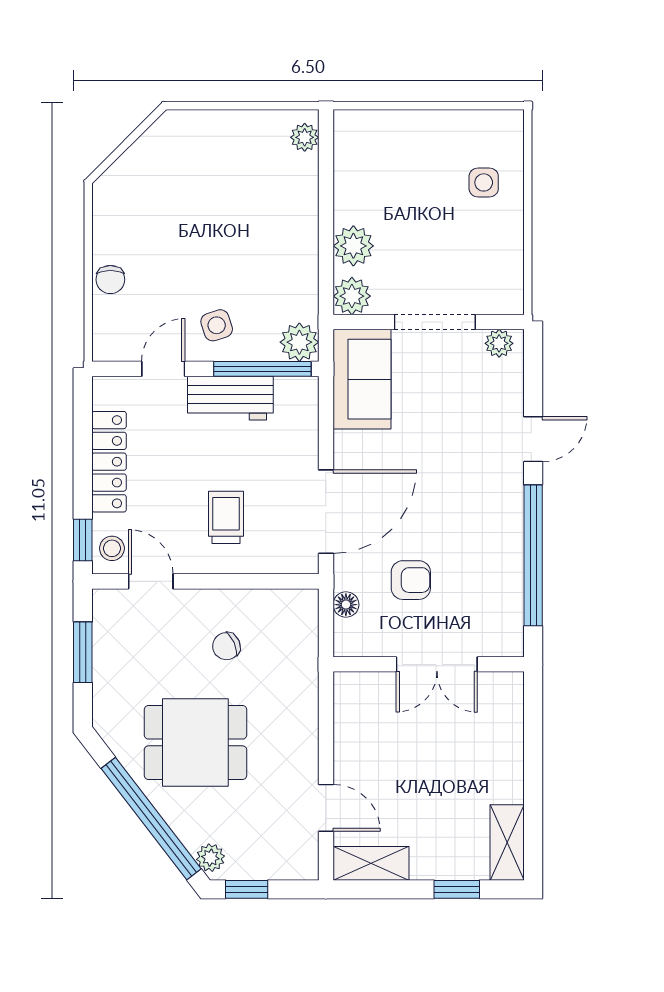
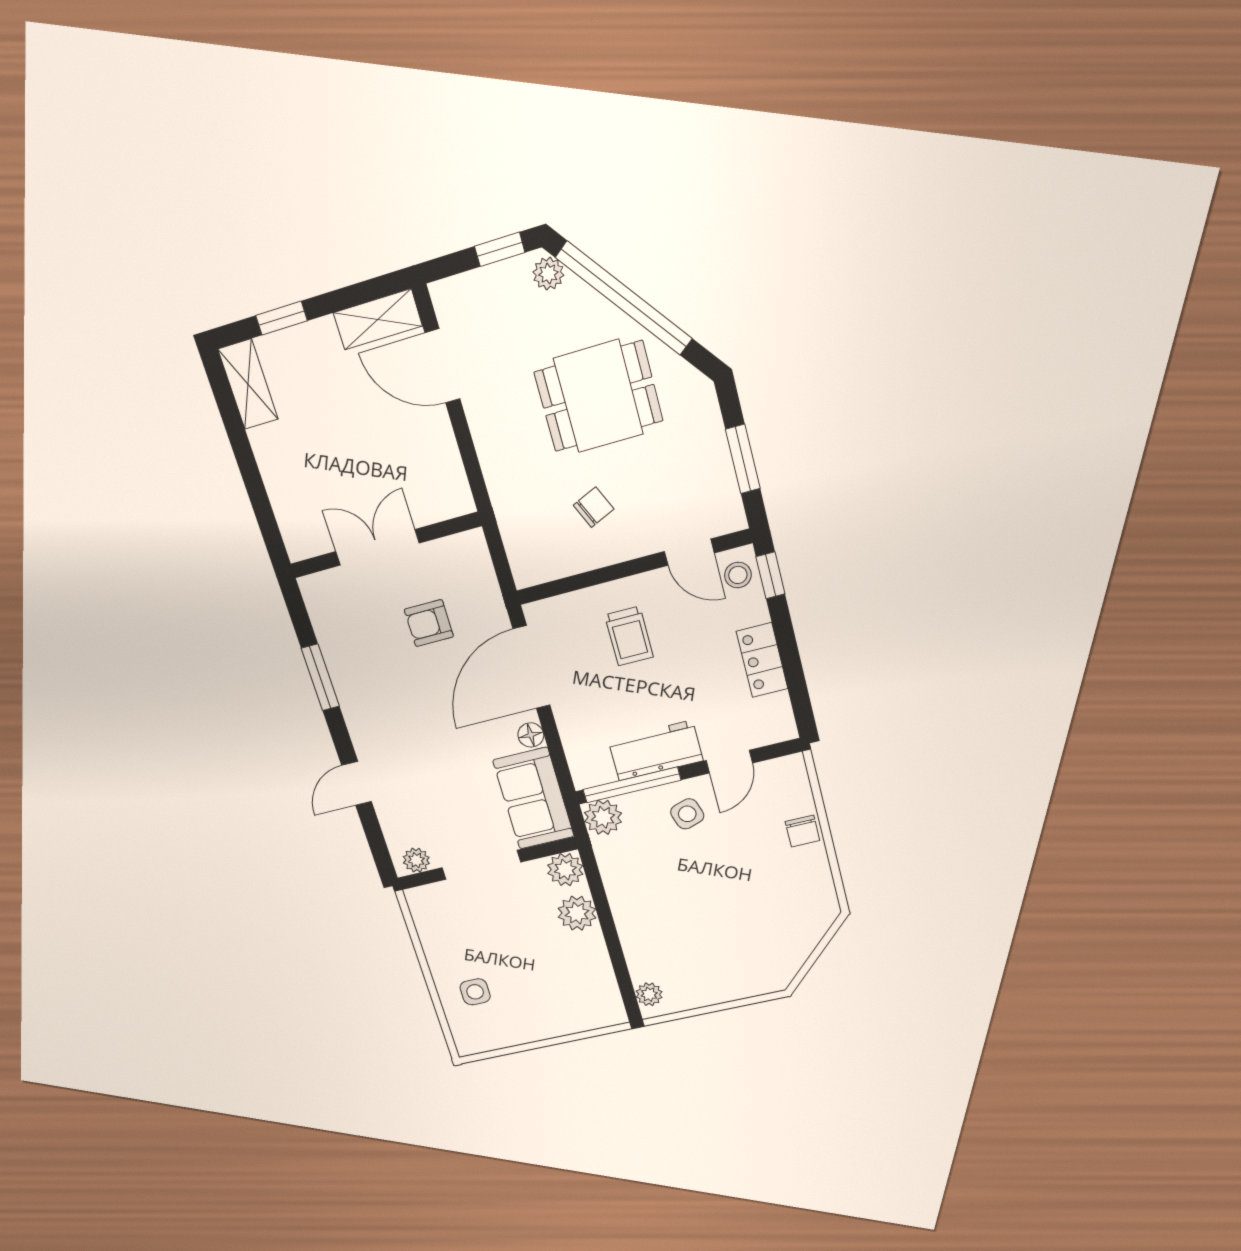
chair: (110, 280) -> (802, 831), turned 180
locker: (109, 462) -> (762, 660), width x0.66
window: (533, 555) -> (320, 677), width x0.47
floor lamp: (346, 605) -> (531, 735), moved
door: (326, 808) -> (442, 366), width x1.38

